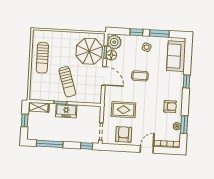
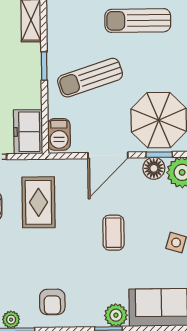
plant: (178, 77) -> (116, 315), added
barbecue: (93, 98) -> (59, 134), added
freezer: (66, 111) -> (28, 132), moved

